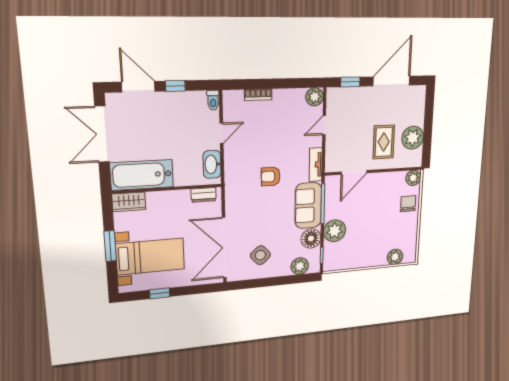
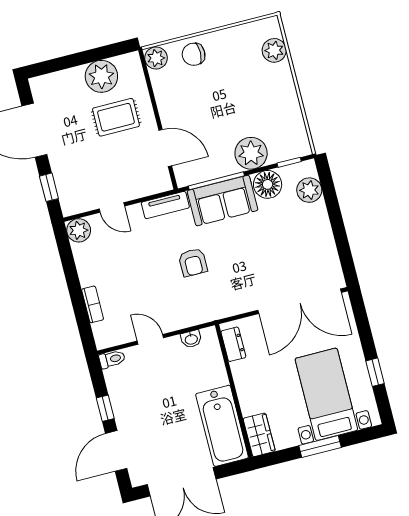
washbasin: (212, 164) -> (191, 339), width x0.52, depth x0.69
side table: (260, 255) -> (302, 250), removed

